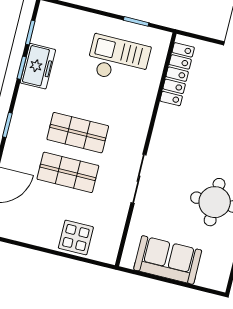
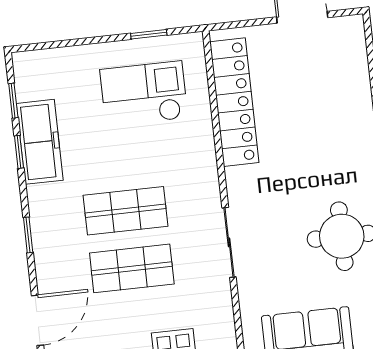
freezer: (38, 66) -> (40, 142), width x1.40
locker: (177, 74) -> (234, 102), width x1.41, depth x1.21

